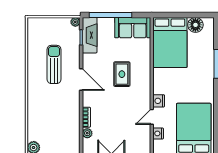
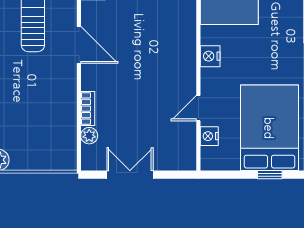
rug: (122, 74) -> (148, 36), removed
nightstand: (159, 101) -> (210, 56), moved

